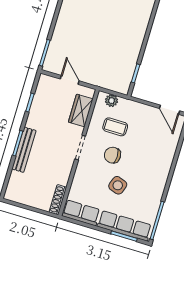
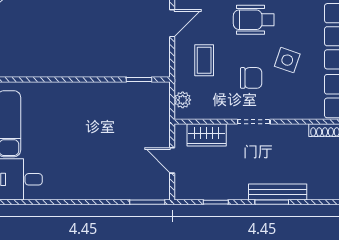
door: (70, 80) -> (172, 160), hinge flipped
coffee table: (115, 127) -> (204, 60), moved
chair: (113, 155) -> (251, 78), turned -90
wheelchair: (154, 170) -> (254, 20), added

